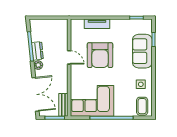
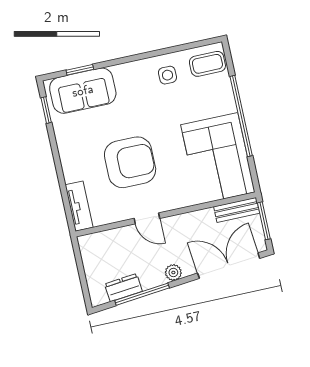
tv unit: (97, 24) -> (79, 206), moved
dresser: (37, 51) -> (123, 288), moved
sofa: (142, 51) -> (83, 91), moved
door: (69, 57) -> (147, 218), swing flipped

